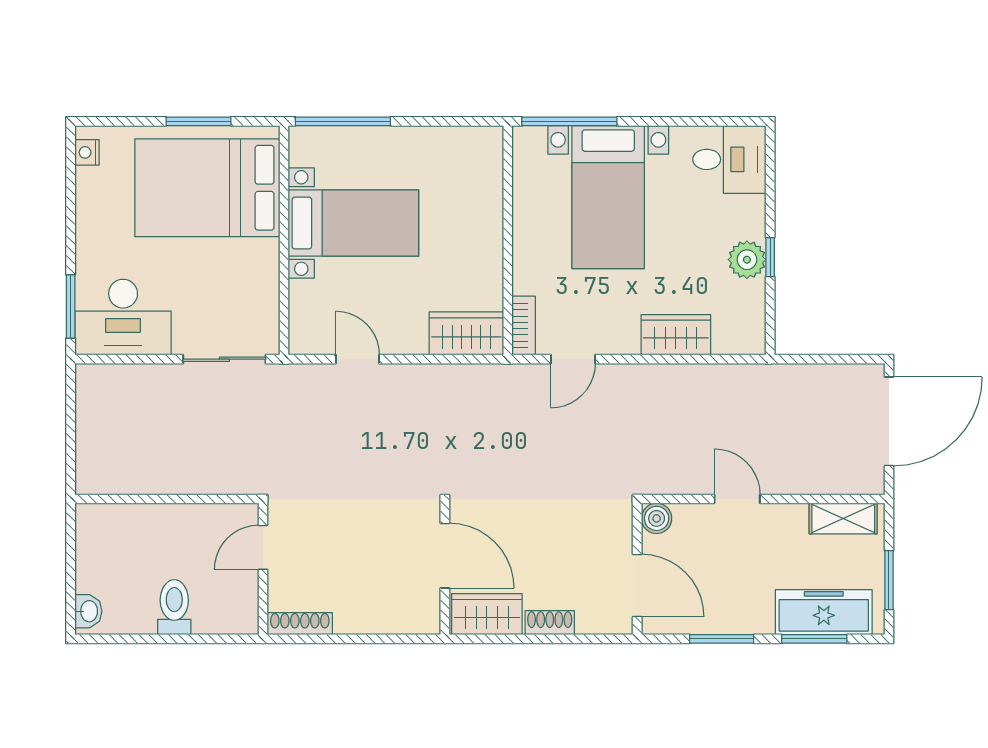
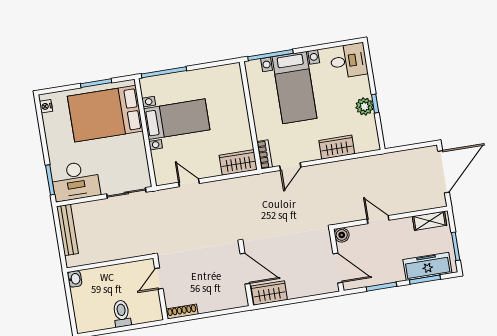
bench: (90, 416) -> (67, 230), added
washbasin: (88, 611) -> (75, 279), moved
shoe rack: (550, 623) -> (299, 292), removed

